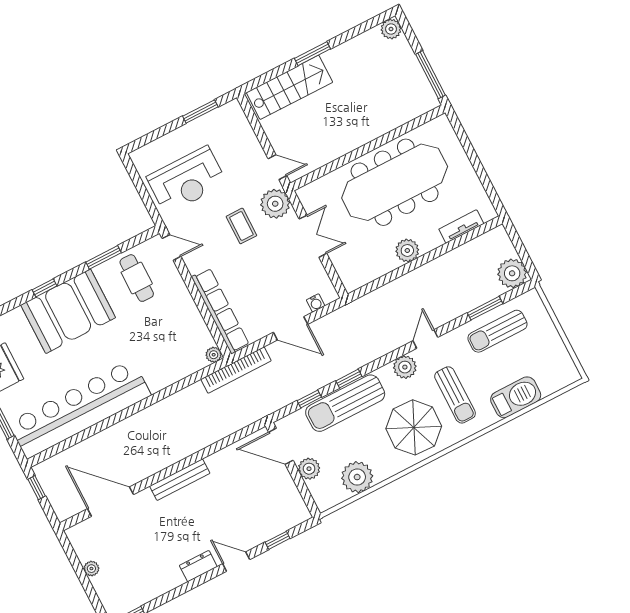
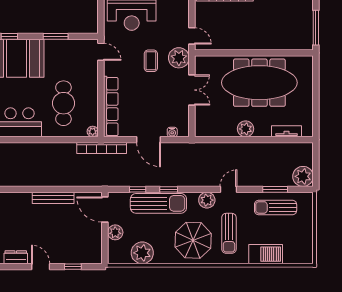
cafe table: (137, 278) -> (63, 103), moved, width x1.37, depth x1.35
sun lounger: (345, 403) -> (158, 203), turned 180
bench: (180, 480) -> (53, 198), moved

